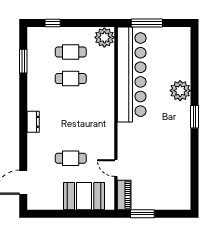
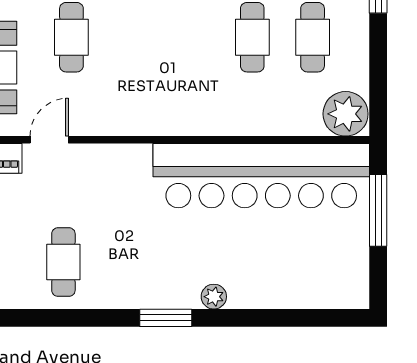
plant: (180, 91) -> (214, 297), width x0.53, depth x0.53
cafe table: (170, 162) -> (63, 262), added

